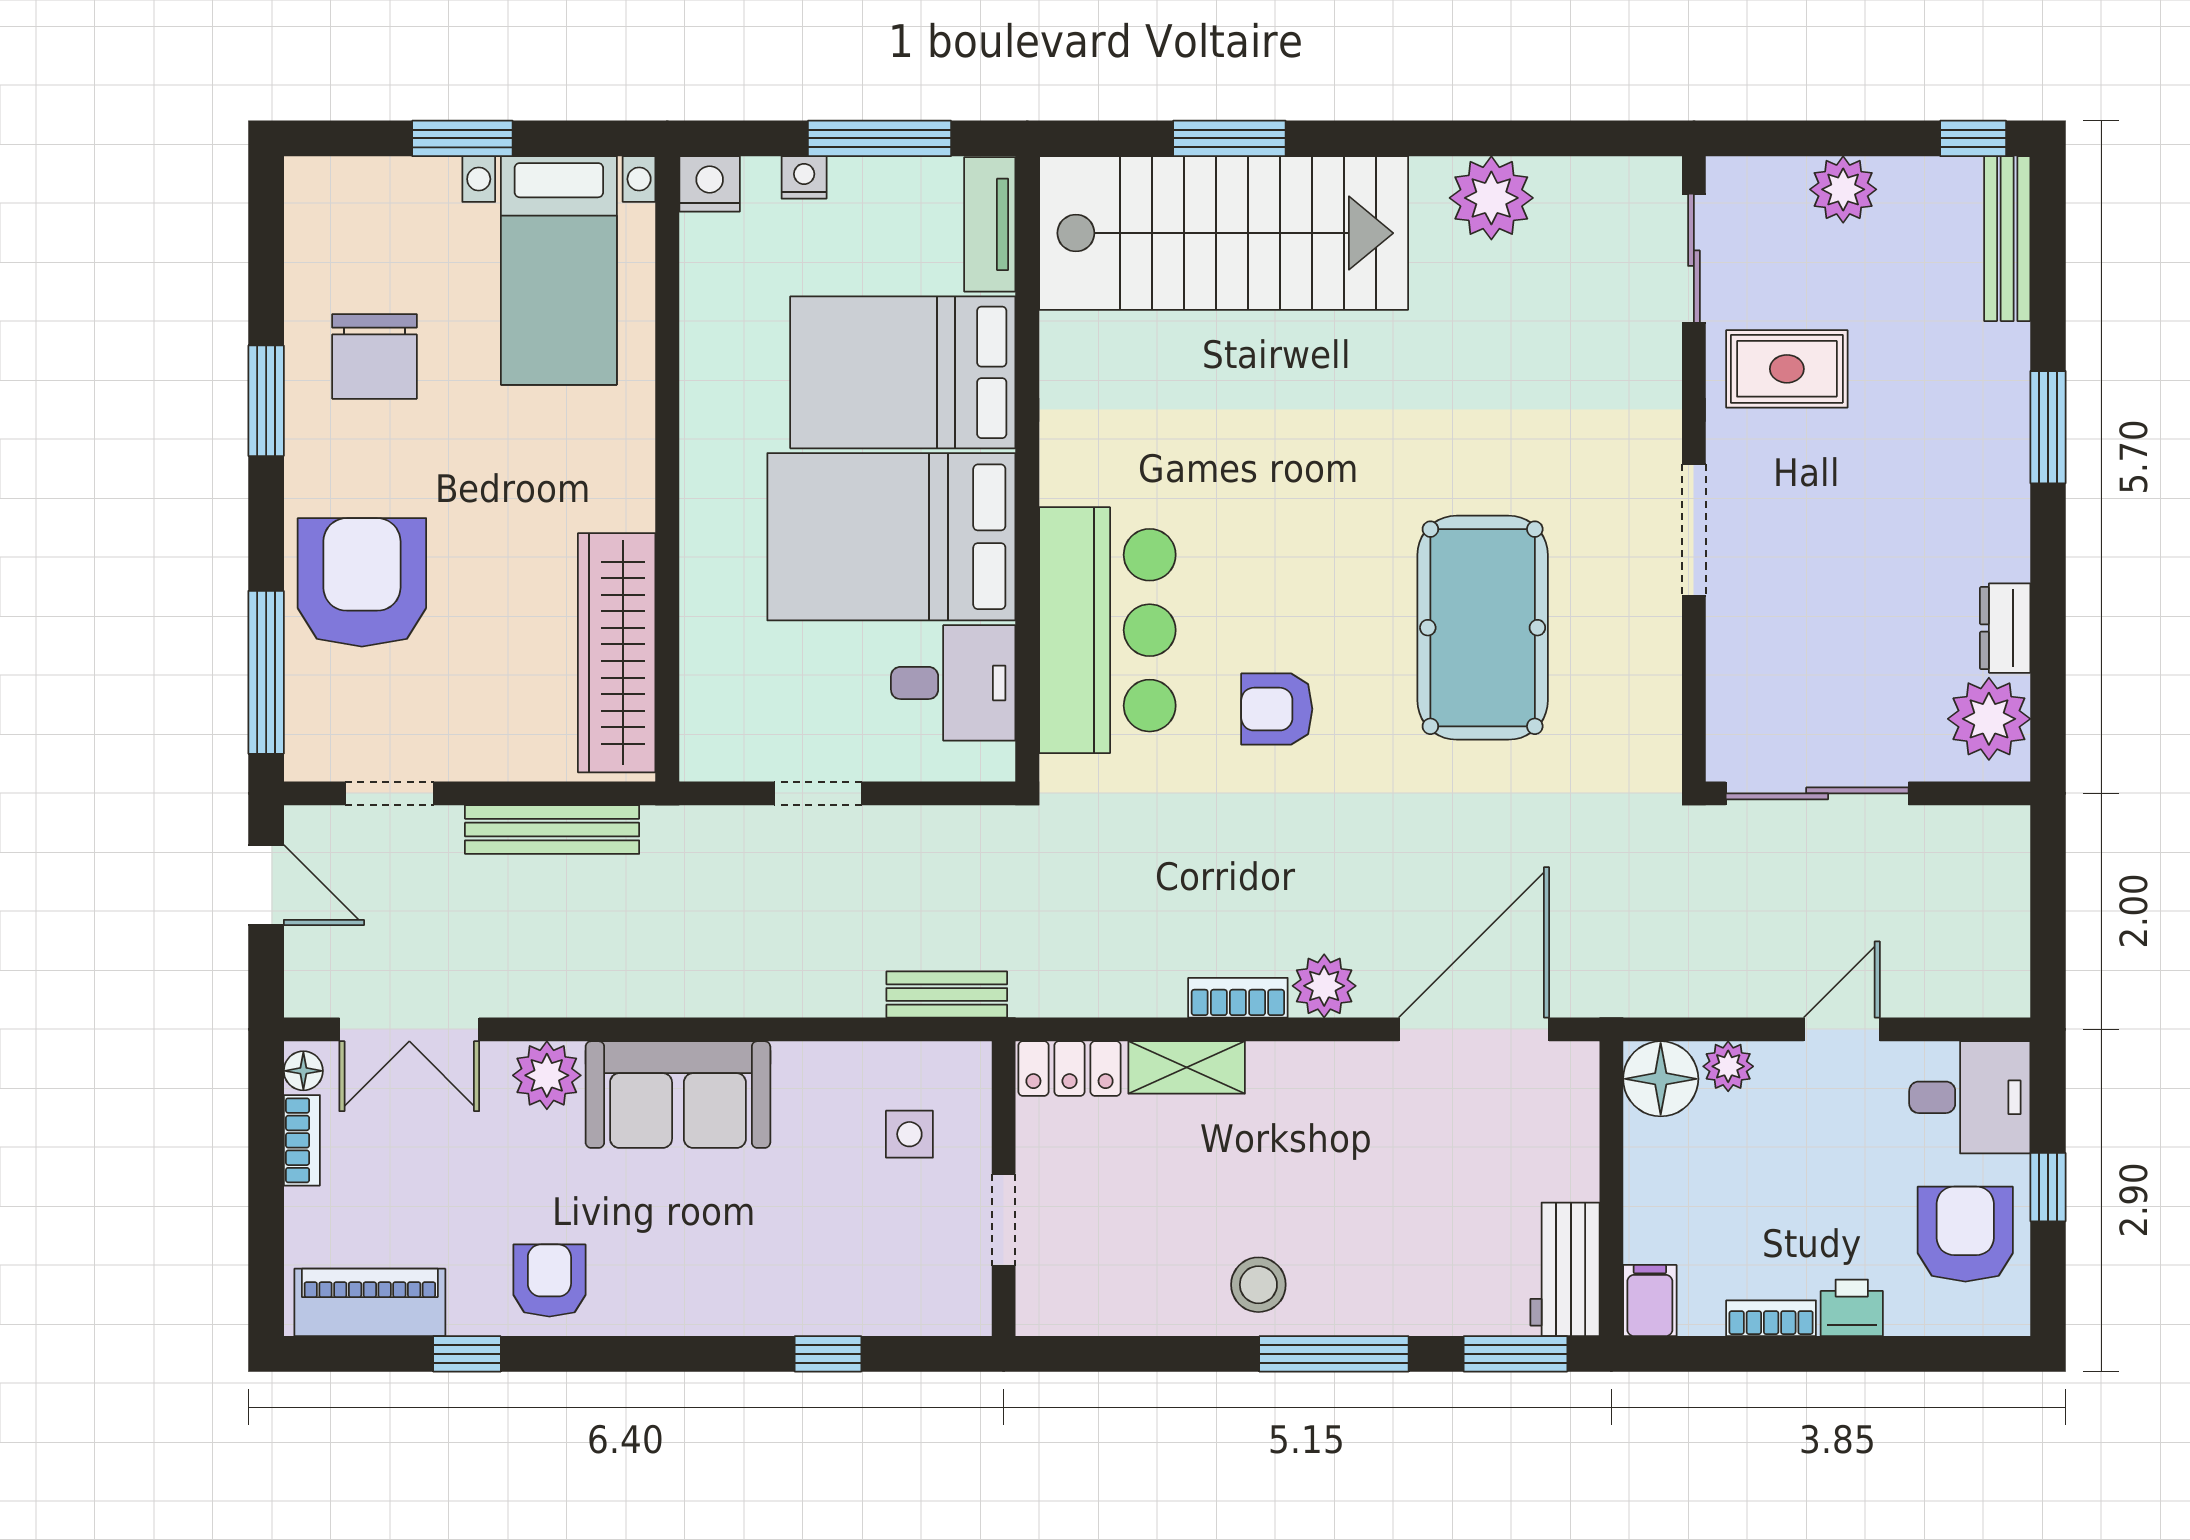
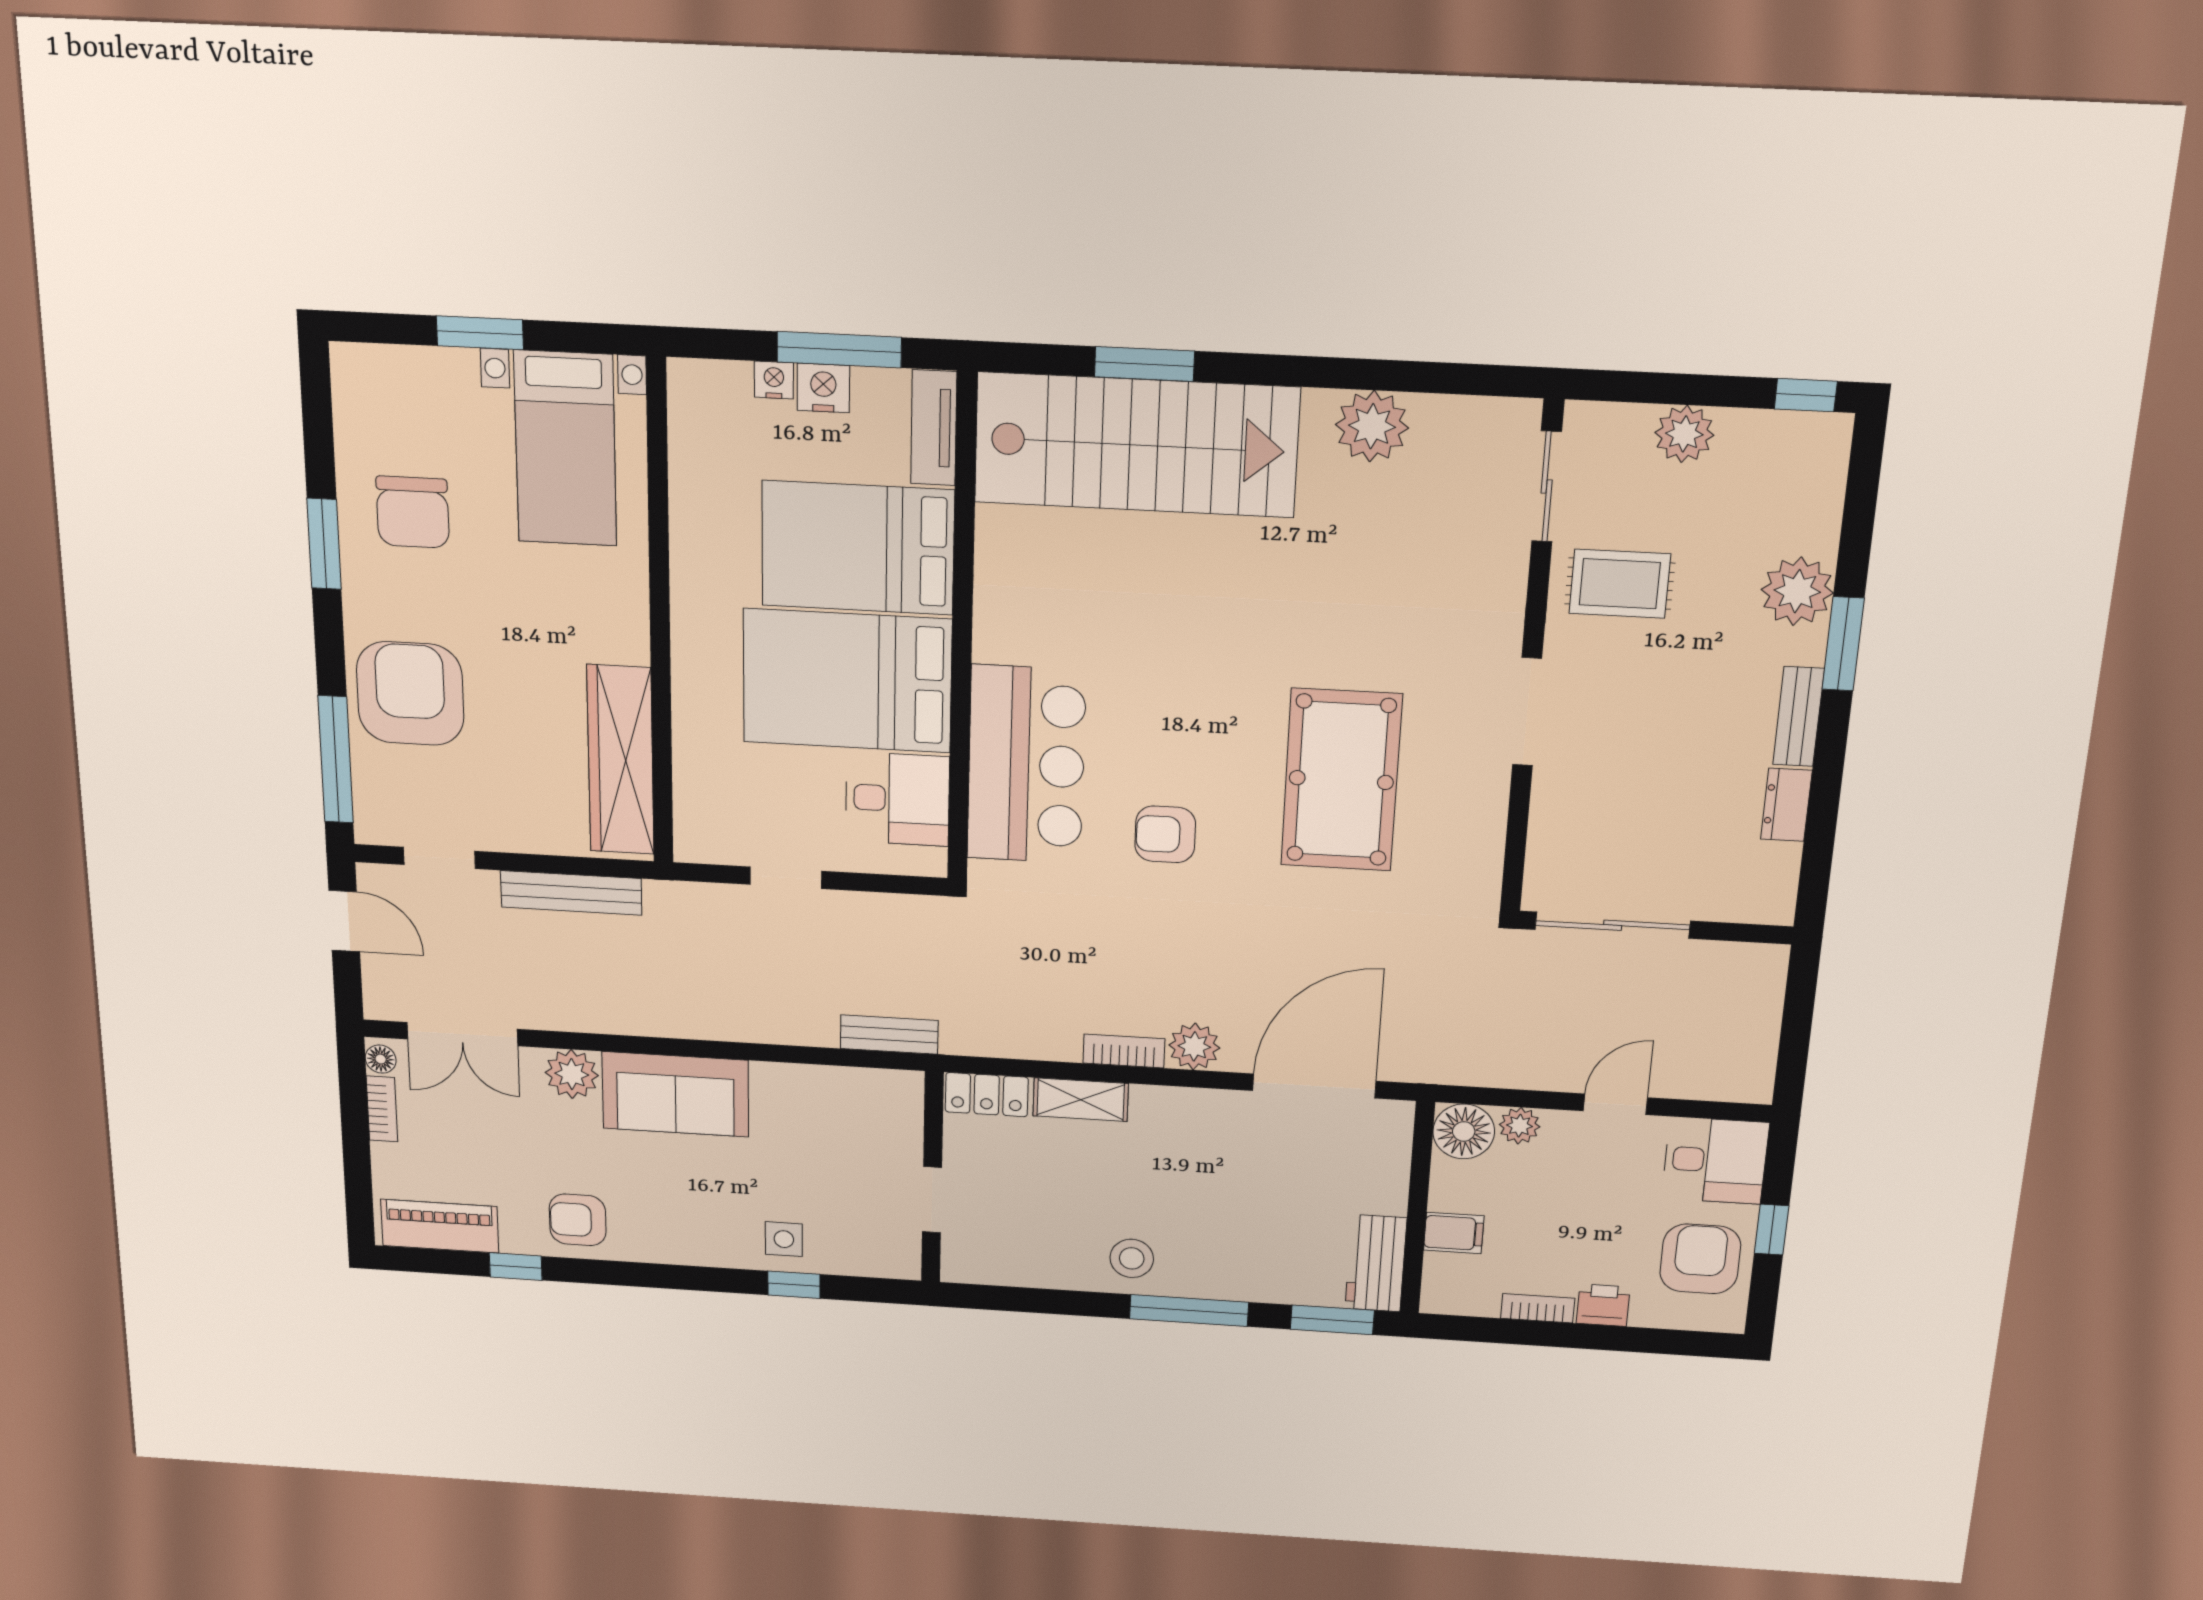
nightstand: (710, 184) -> (823, 388), moved
bench: (2007, 239) -> (1799, 717), moved, width x0.73
plant: (1989, 719) -> (1797, 591), moved
side table: (909, 1134) -> (784, 1239), moved
armchair: (549, 1281) -> (578, 1220), turned -90
filing cabinet: (1650, 1301) -> (1454, 1233), moved, turned 90

